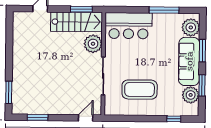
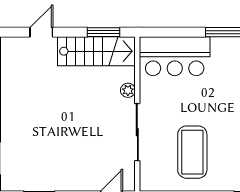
plant: (93, 44) -> (128, 90), width x0.53, depth x0.53
coffee table: (140, 90) -> (192, 152), turned 90

